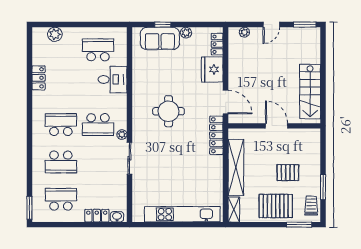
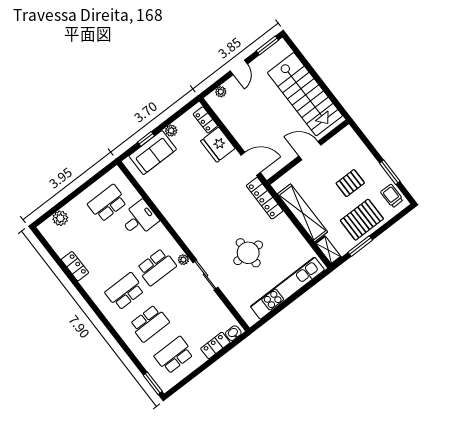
stairs: (310, 92) -> (305, 94), width x1.36, depth x1.51
round table: (169, 111) -> (248, 253), moved
window: (299, 225) -> (360, 246), moved

